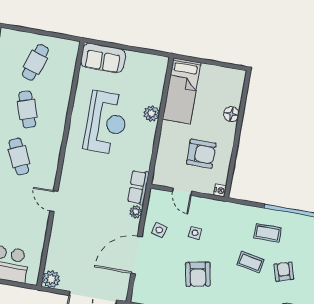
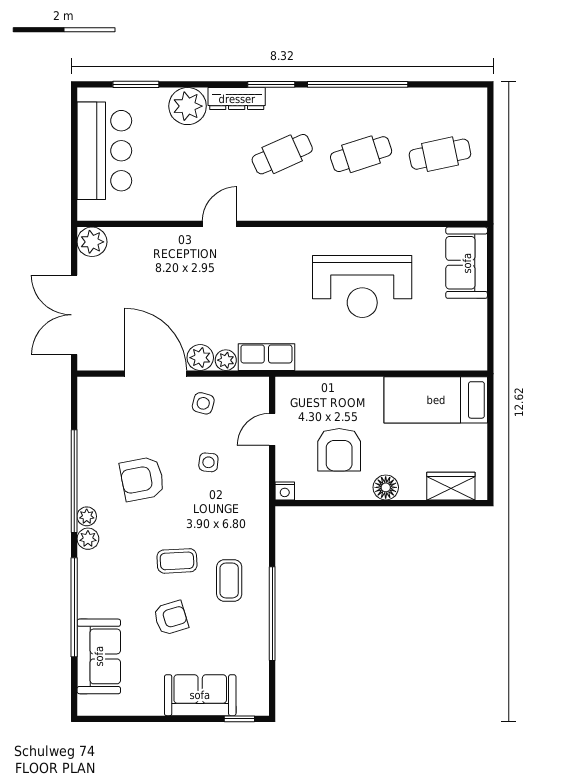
cafe table: (35, 62) -> (440, 154), turned -30
wardrobe: (235, 91) -> (451, 486), added
plant: (152, 113) -> (200, 358), moved
floor lamp: (231, 114) -> (386, 487), moved
coffee table: (250, 262) -> (177, 561), turned 76

